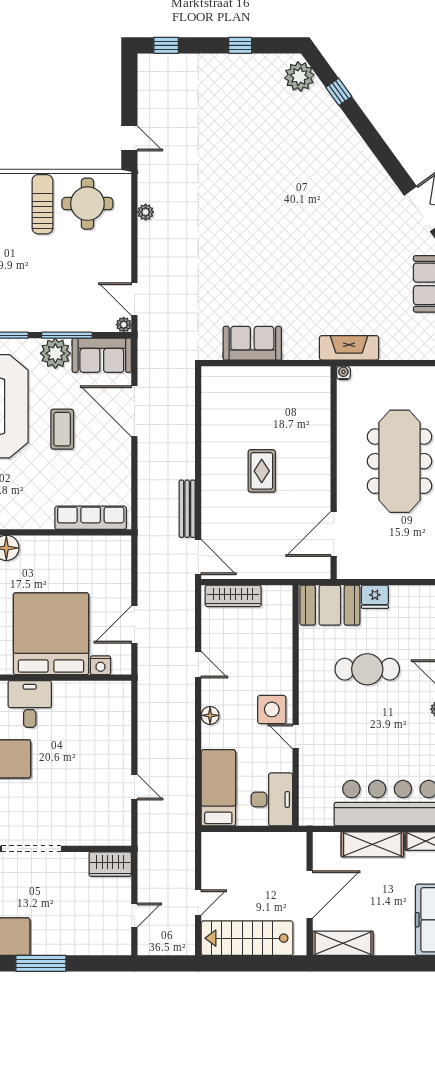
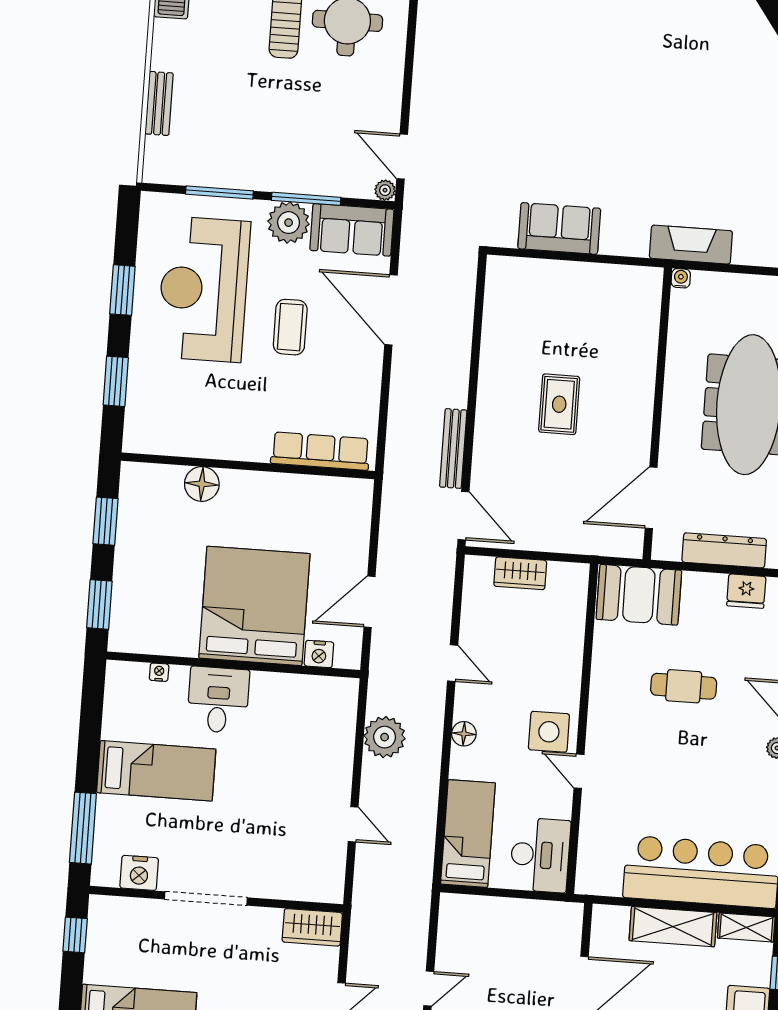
plant: (146, 212) -> (385, 737), moved, width x1.87, depth x1.87
dresser: (389, 568) -> (724, 550), added
wardrobe: (233, 596) -> (520, 573), width x0.67
fridge: (375, 597) -> (746, 591), moved
cafe table: (367, 669) -> (684, 686), width x0.73, depth x0.74

